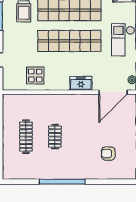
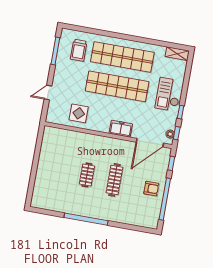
clothes rail: (26, 137) -> (114, 180), moved
armchair: (108, 154) -> (151, 189), moved, turned 180

